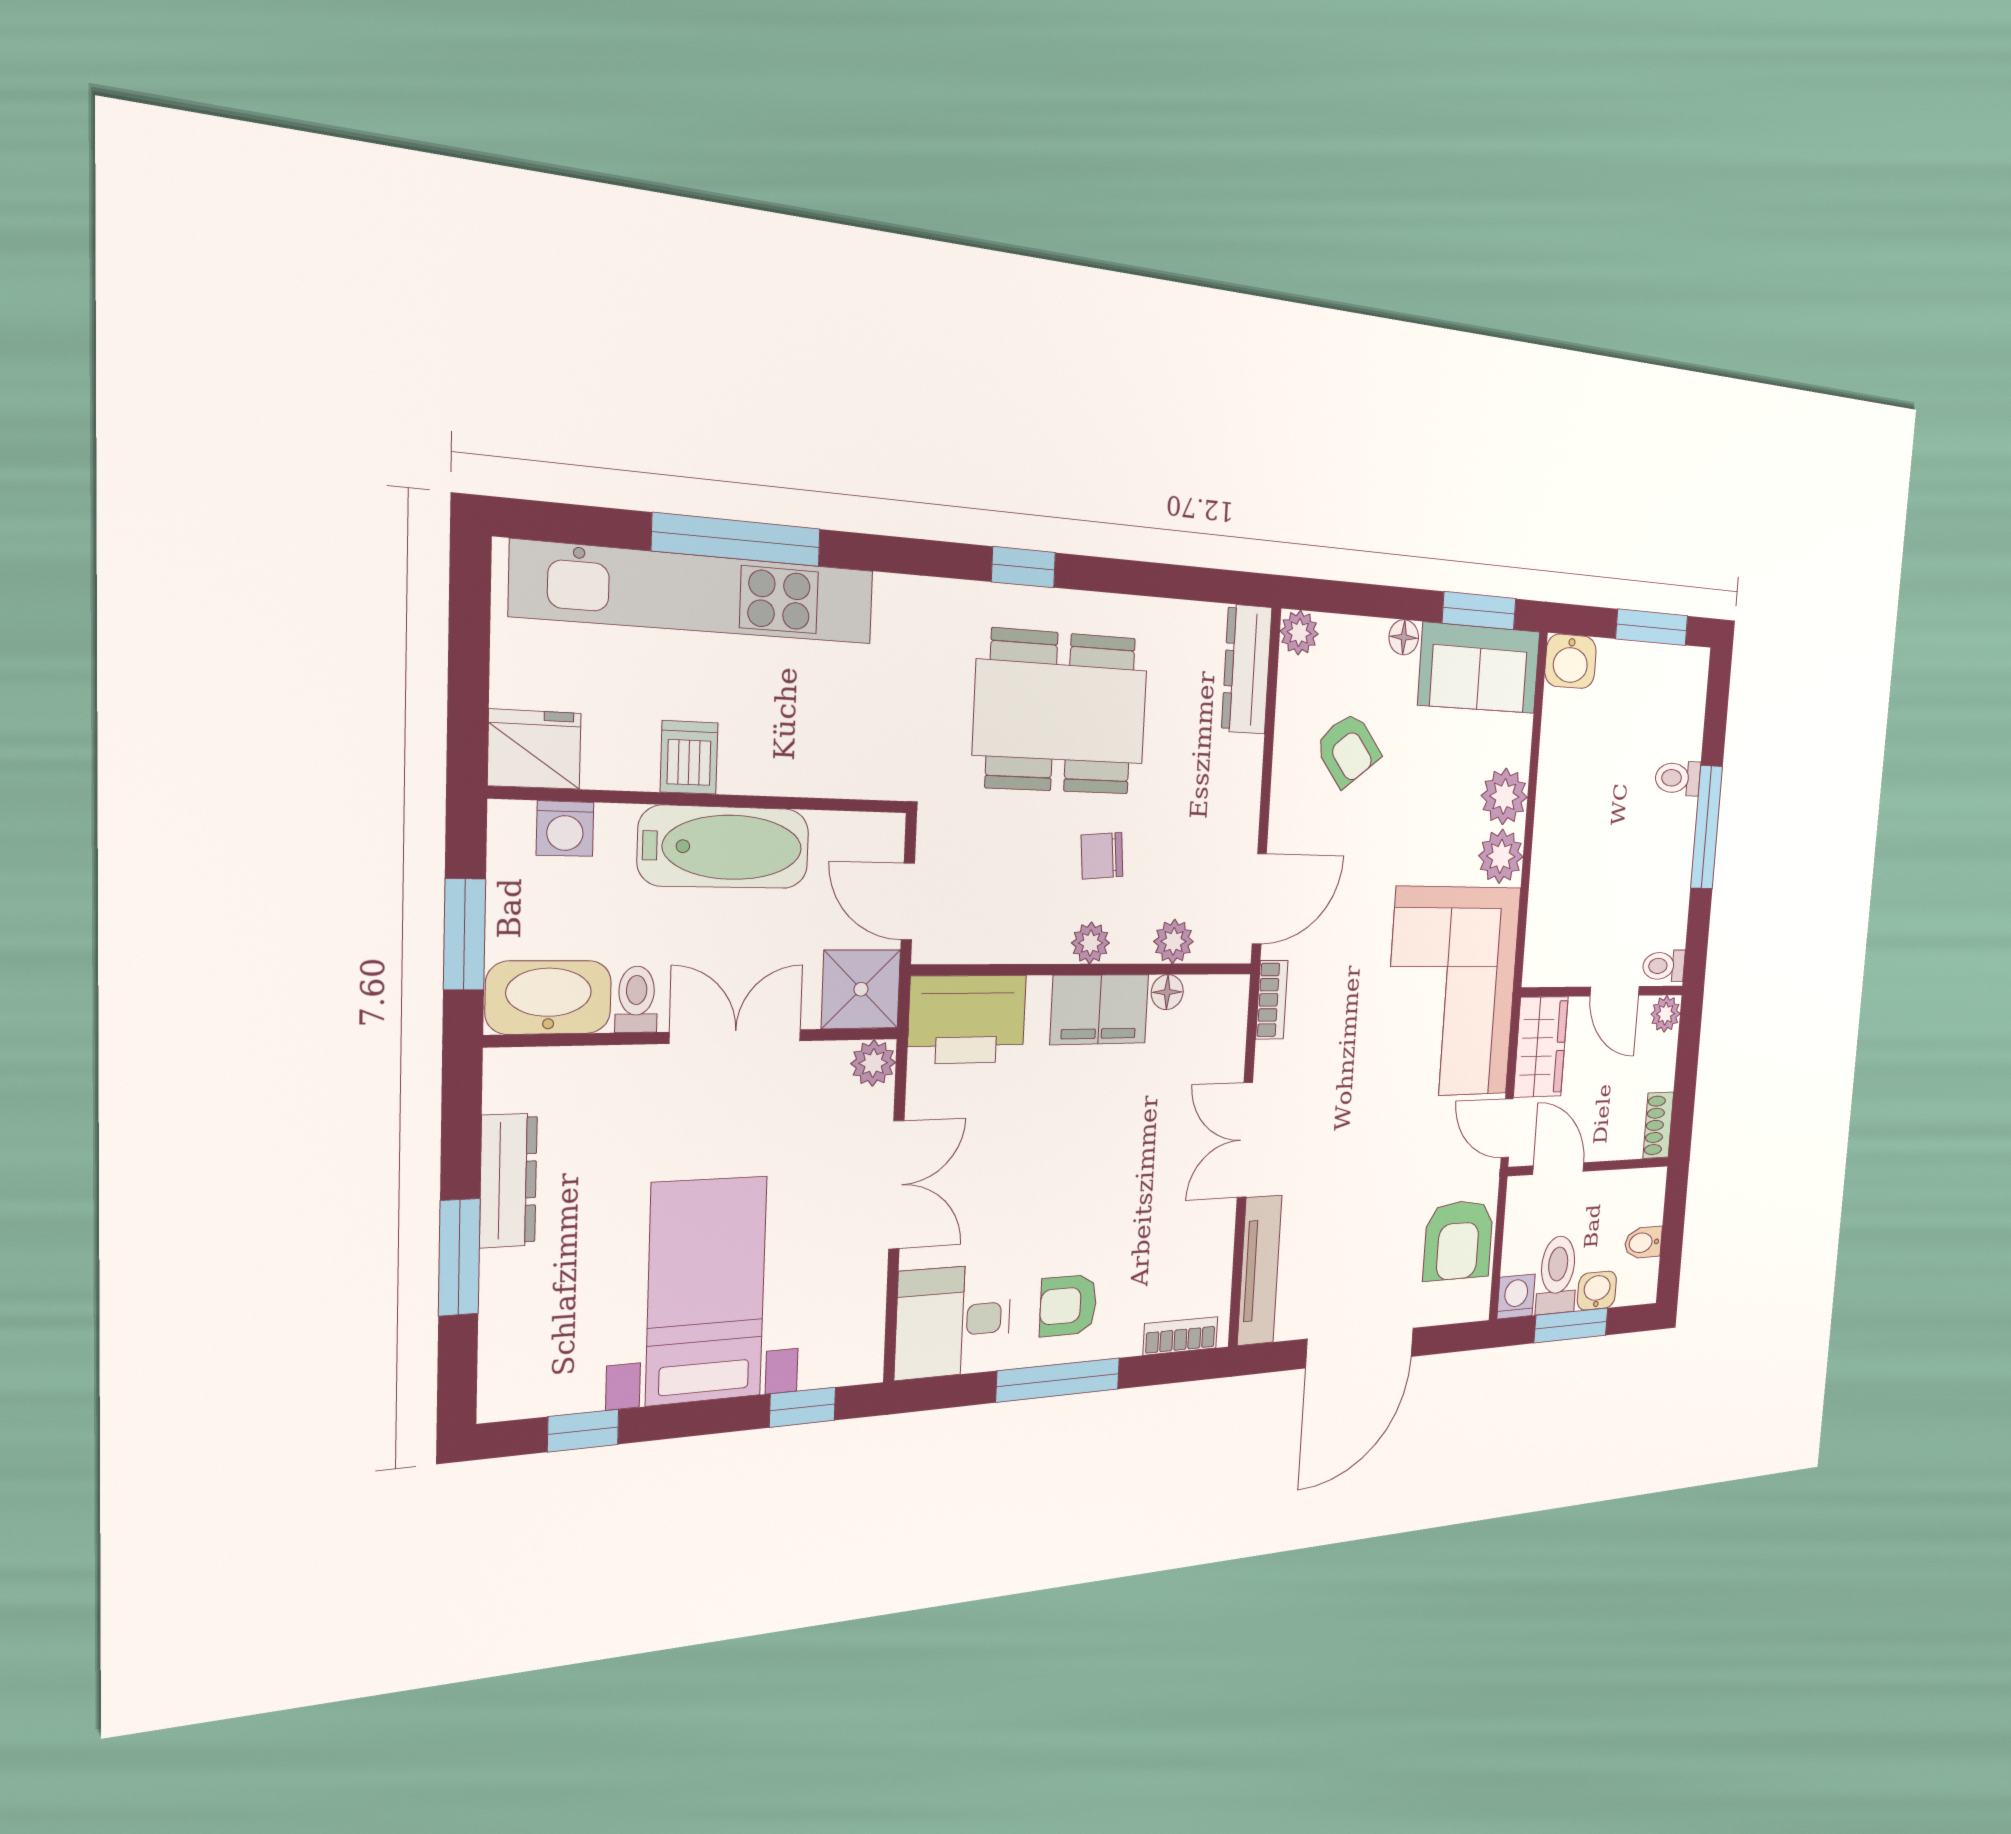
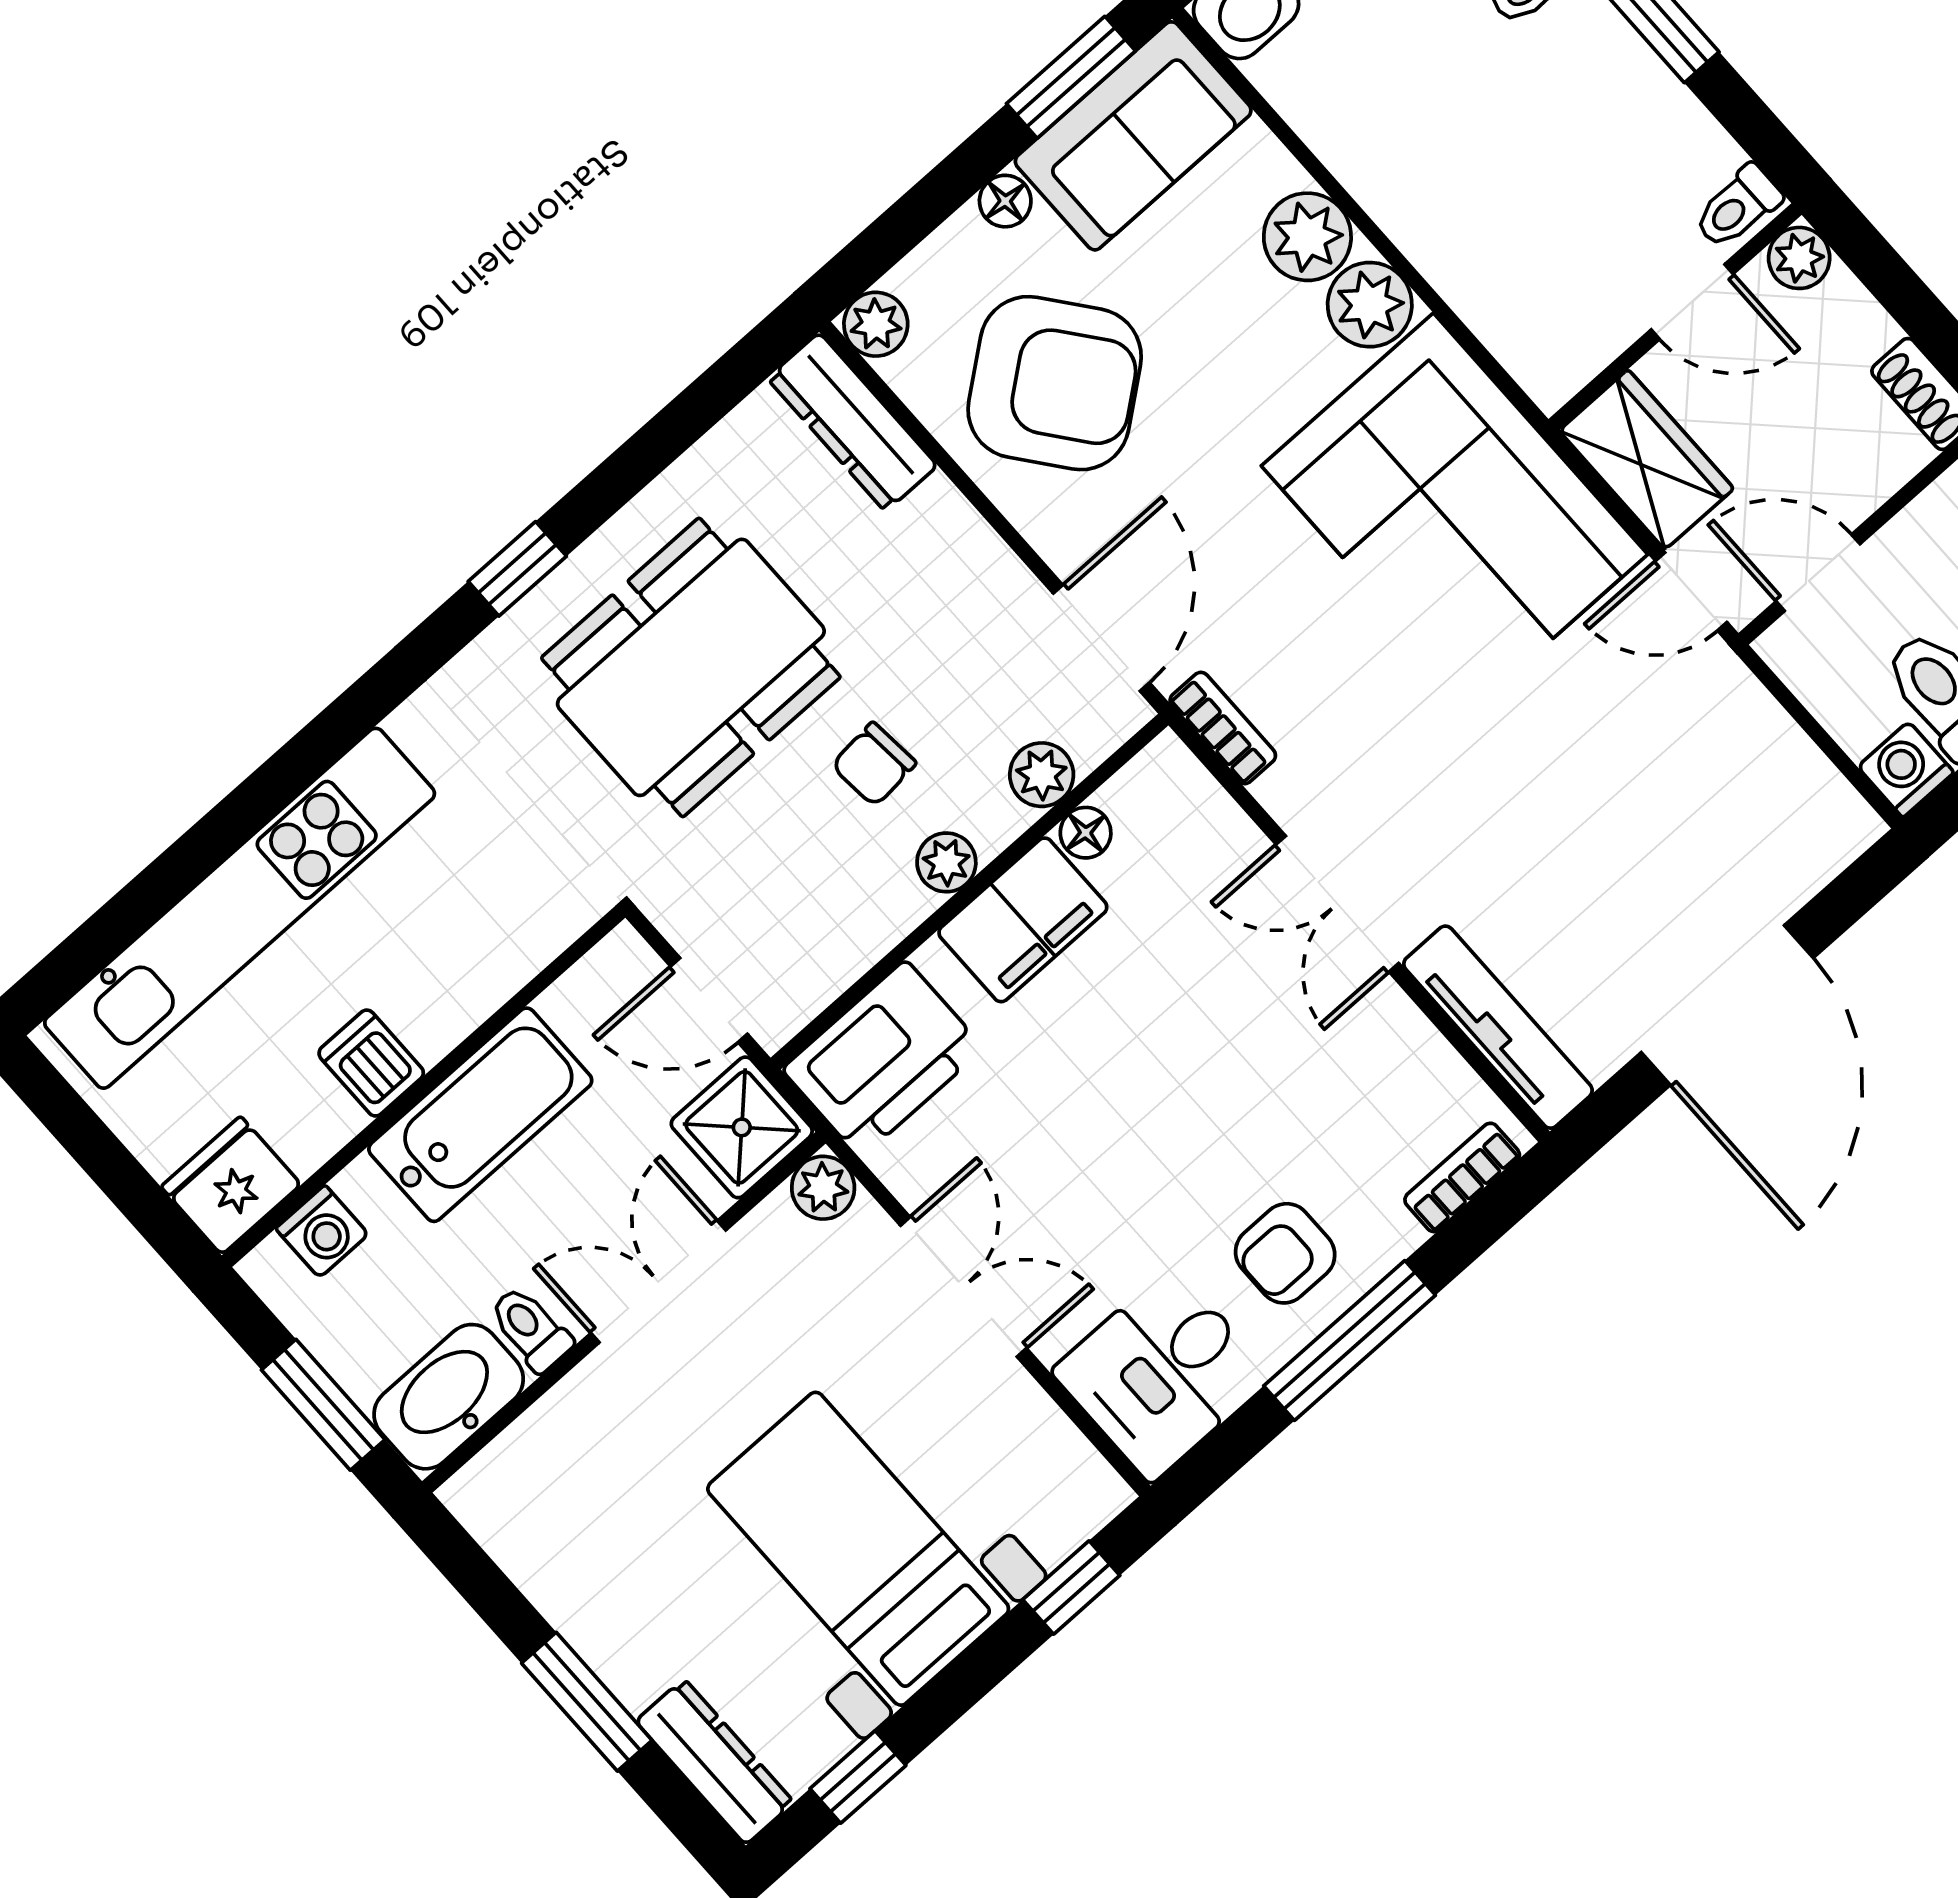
window: (737, 540) -> (229, 825), removed
armchair: (1348, 750) -> (1055, 383), width x1.88, depth x1.88
dresser: (508, 1181) -> (715, 1762), moved
armchair: (1458, 1240) -> (1749, 774), removed

